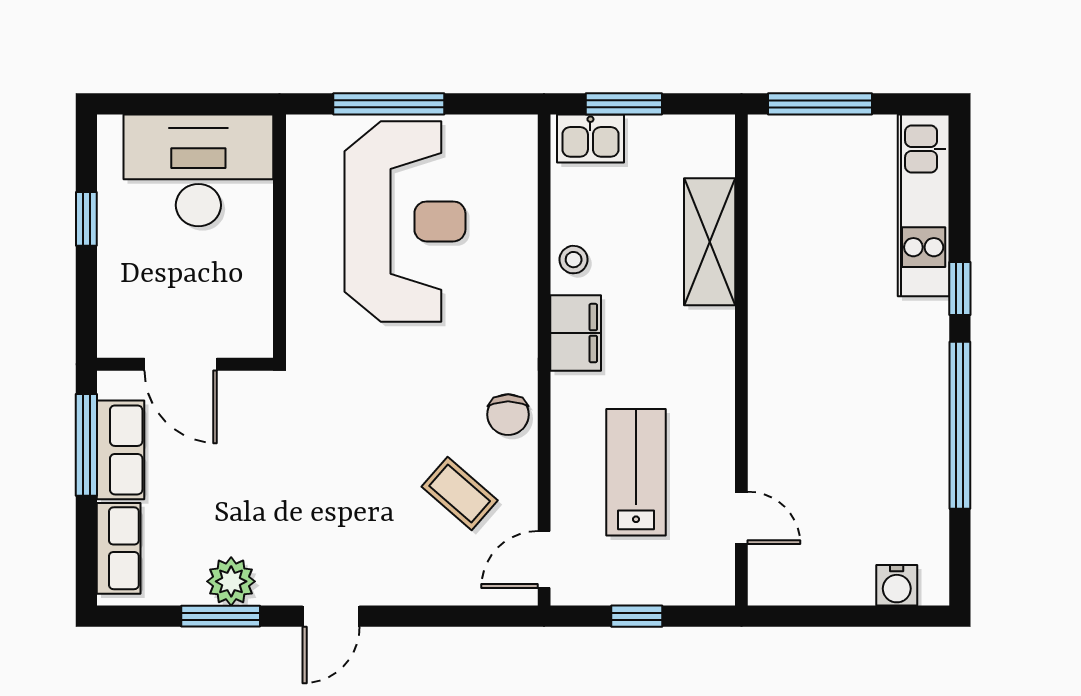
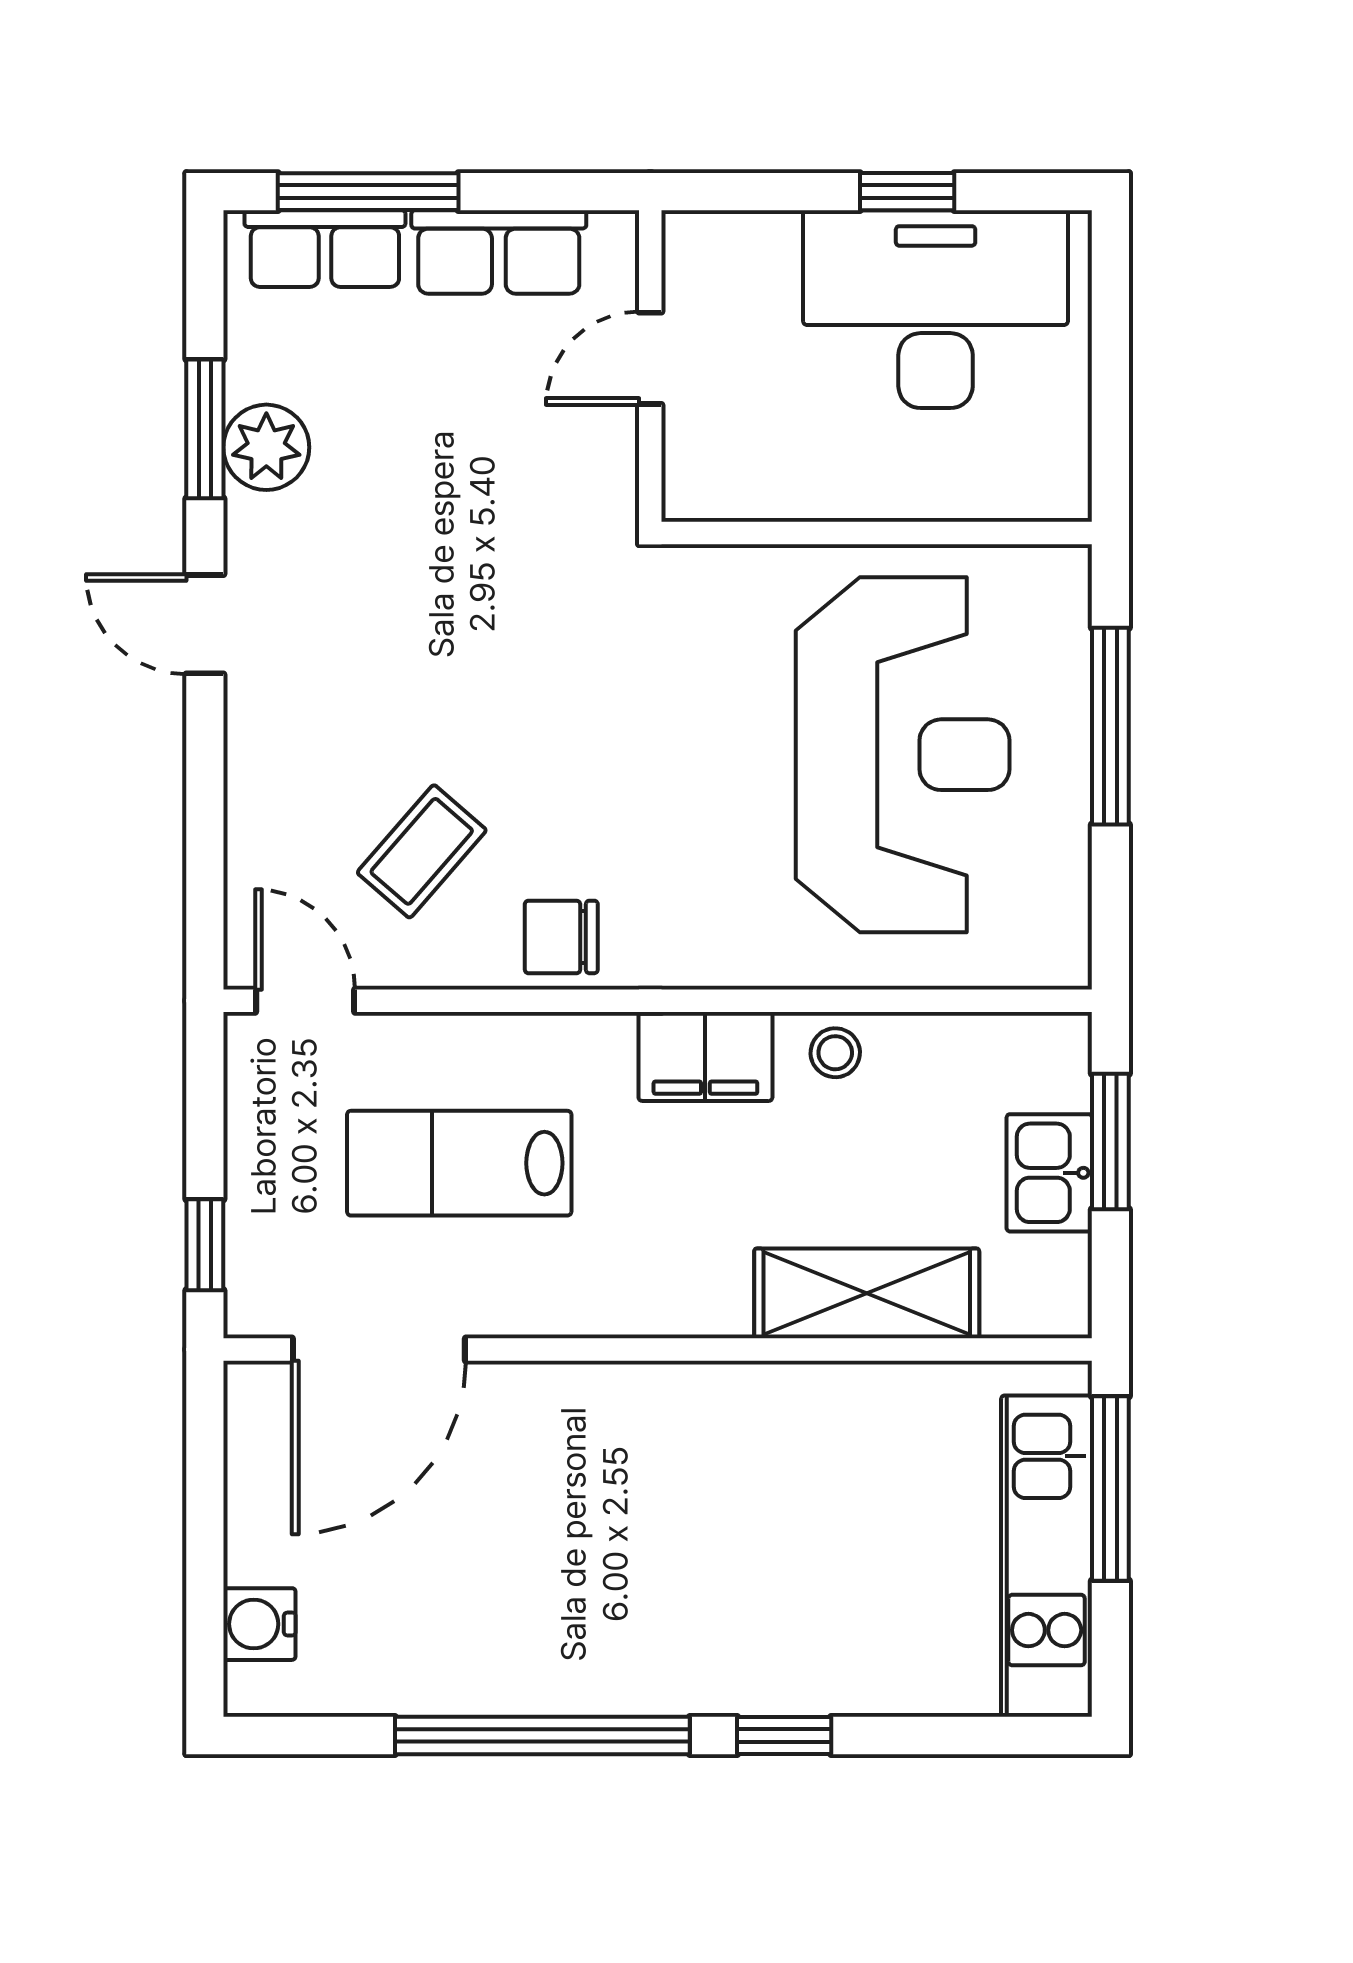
kitchen sink: (590, 139) -> (1049, 1173), moved
desk: (198, 170) -> (936, 309), moved, turned -90
kitchen unit: (924, 205) -> (1047, 1556), moved, turned -90
reception desk: (405, 221) -> (903, 755), turned -90
door: (181, 364) -> (650, 358), width x0.73
window: (86, 445) -> (368, 192), moved
lab bench: (636, 472) -> (459, 1163), turned 180
door: (741, 518) -> (379, 1349), width x1.87
window: (637, 616) -> (205, 1245), moved

